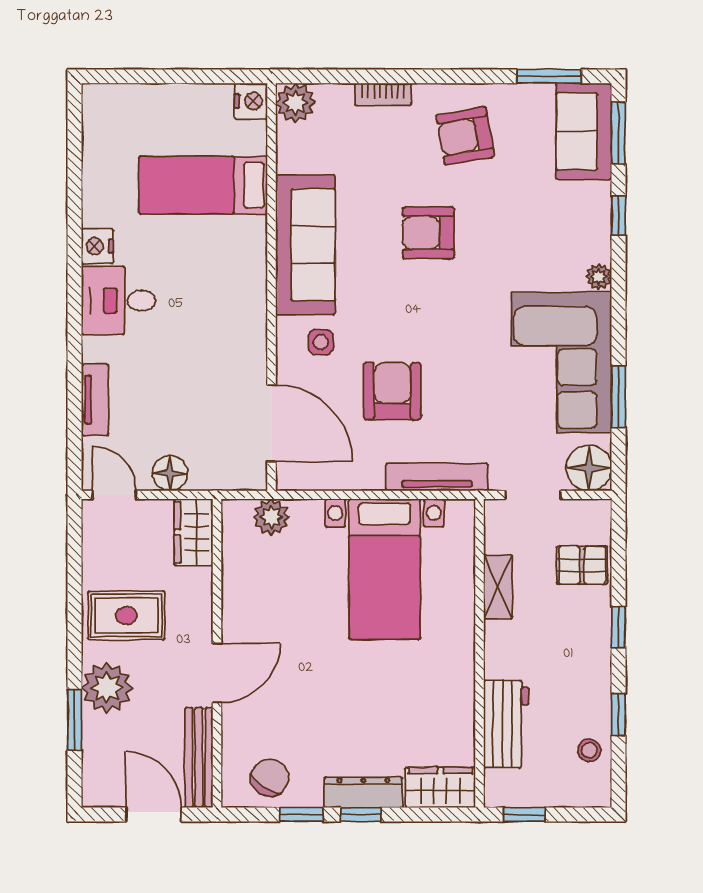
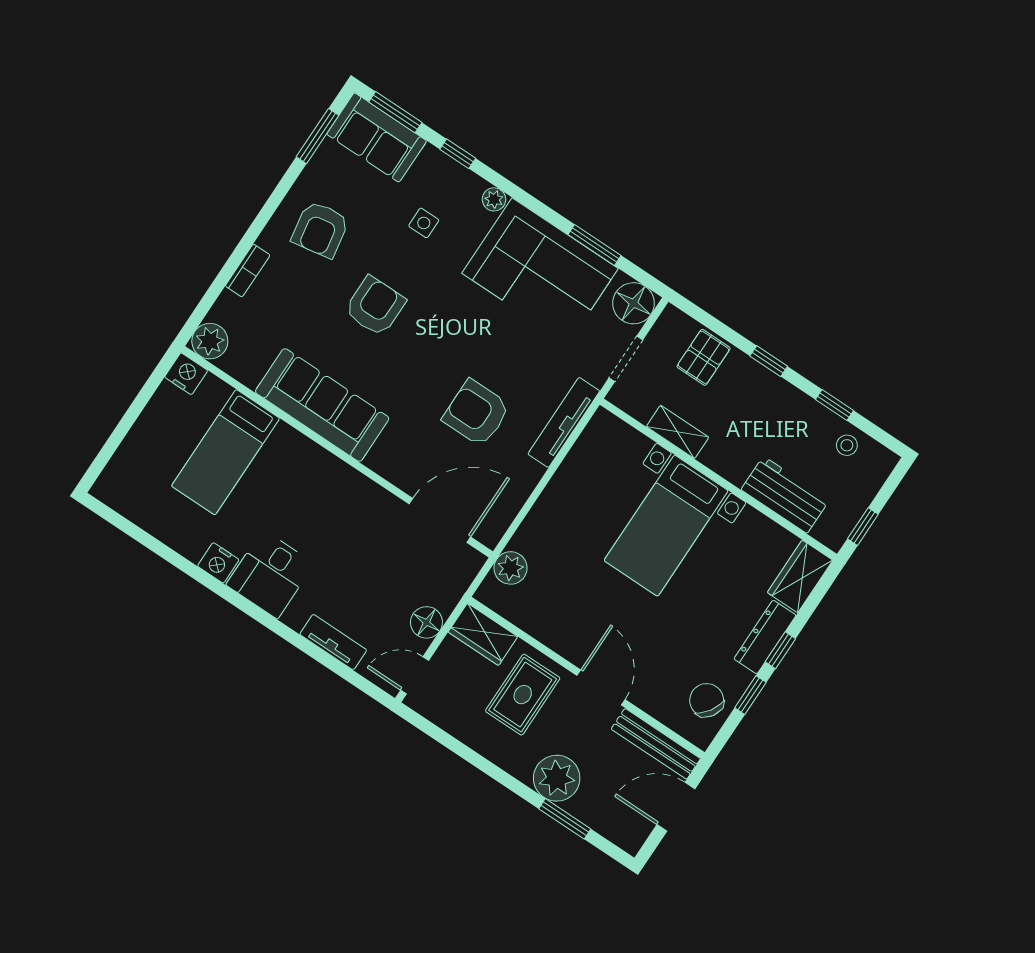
armchair: (428, 233) -> (375, 306), turned 180
side table: (321, 342) -> (424, 223), moved
bed with nightstands: (385, 569) -> (666, 526), moved, turned 90
rug: (126, 615) -> (523, 695), moved

